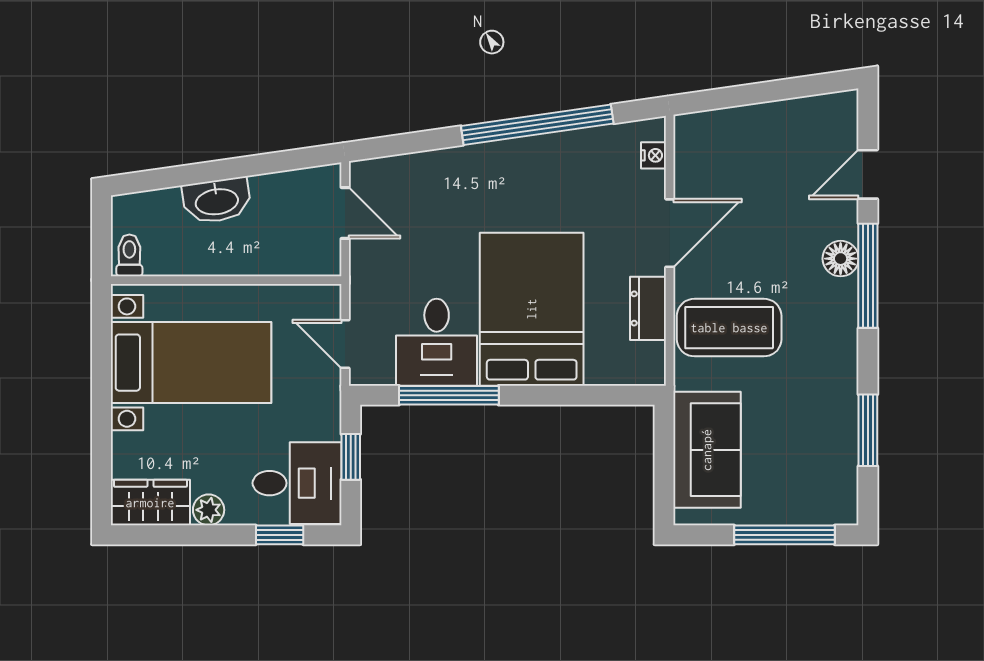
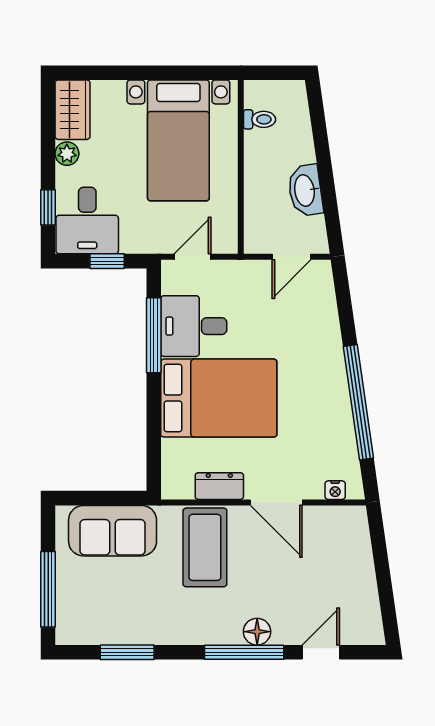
door: (868, 174) -> (321, 652), hinge flipped
washbasin: (217, 201) -> (305, 190), moved
toilet: (129, 255) -> (260, 119), moved

